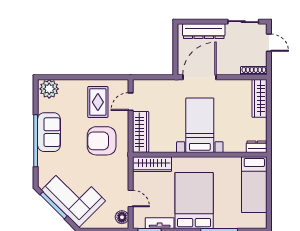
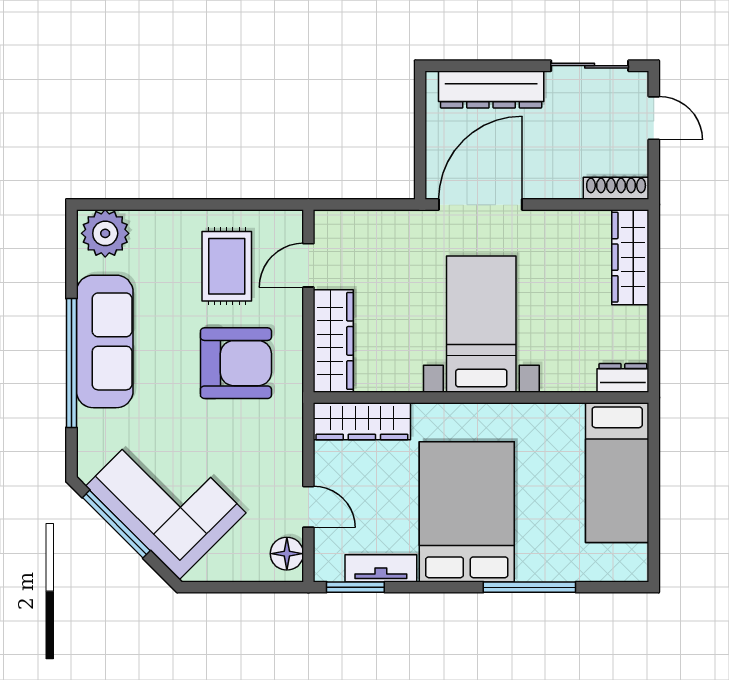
sofa: (49, 132) -> (105, 341), width x1.36
armchair: (102, 141) -> (236, 363), turned 180

